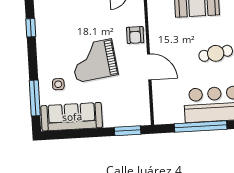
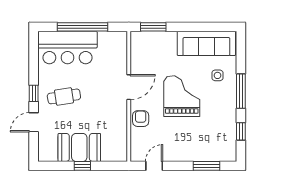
grand piano: (94, 61) -> (182, 96), turned -82
door: (149, 67) -> (129, 87), swing flipped
window: (35, 98) -> (241, 91), moved

